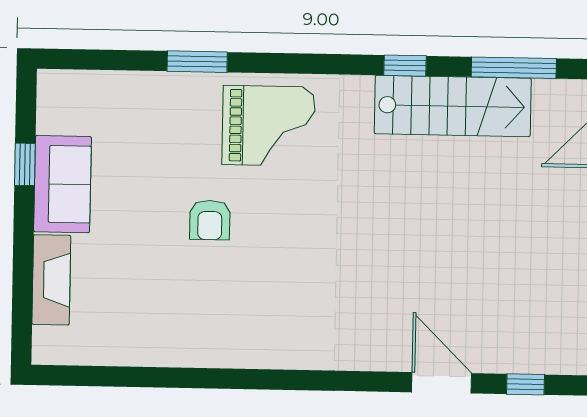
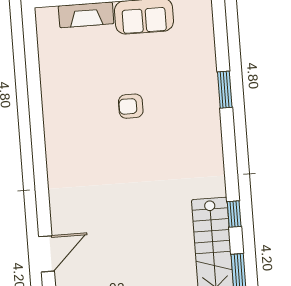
grand piano: (269, 126) -> (190, 136), removed

